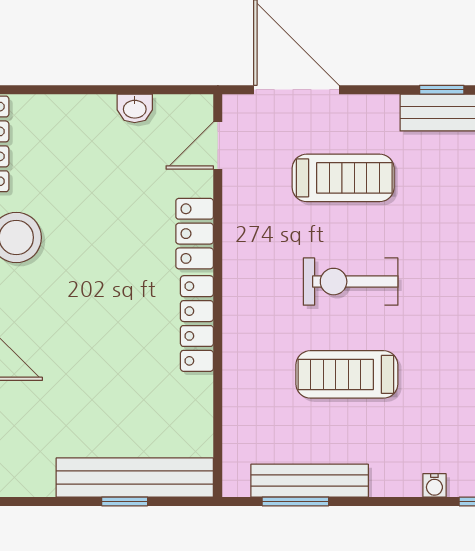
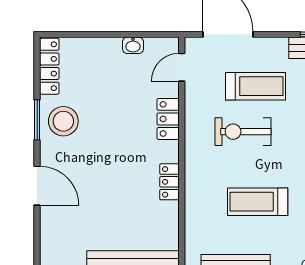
exercise bike: (351, 282) -> (243, 132), moved
locker: (197, 324) -> (170, 182), width x0.66

